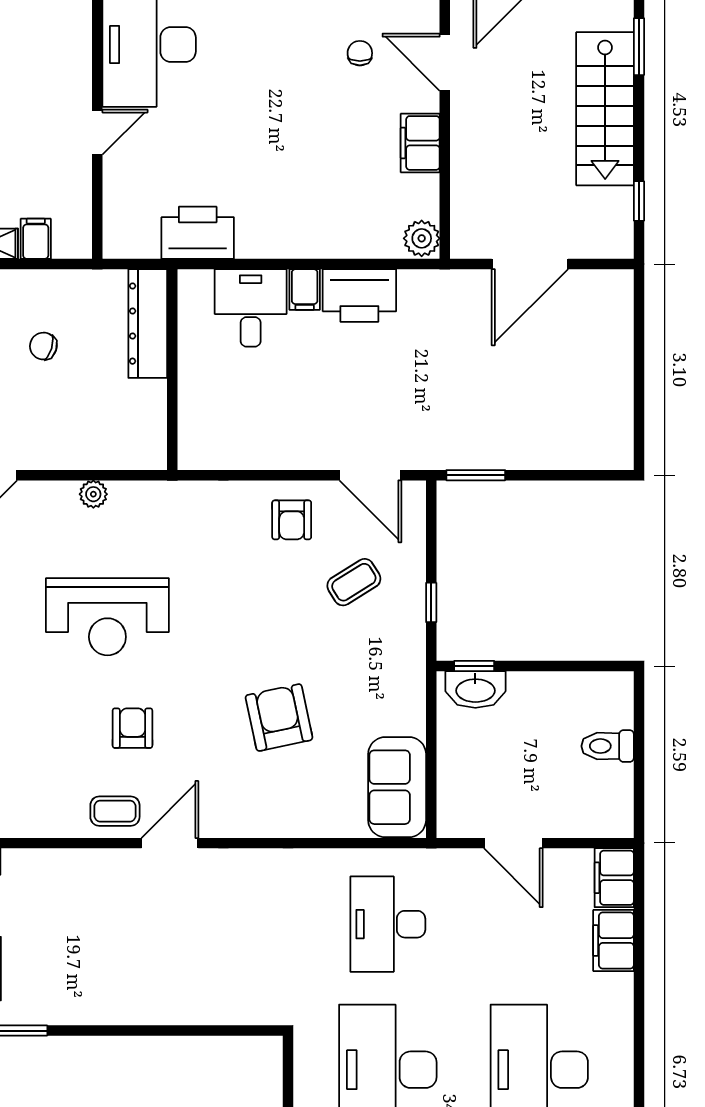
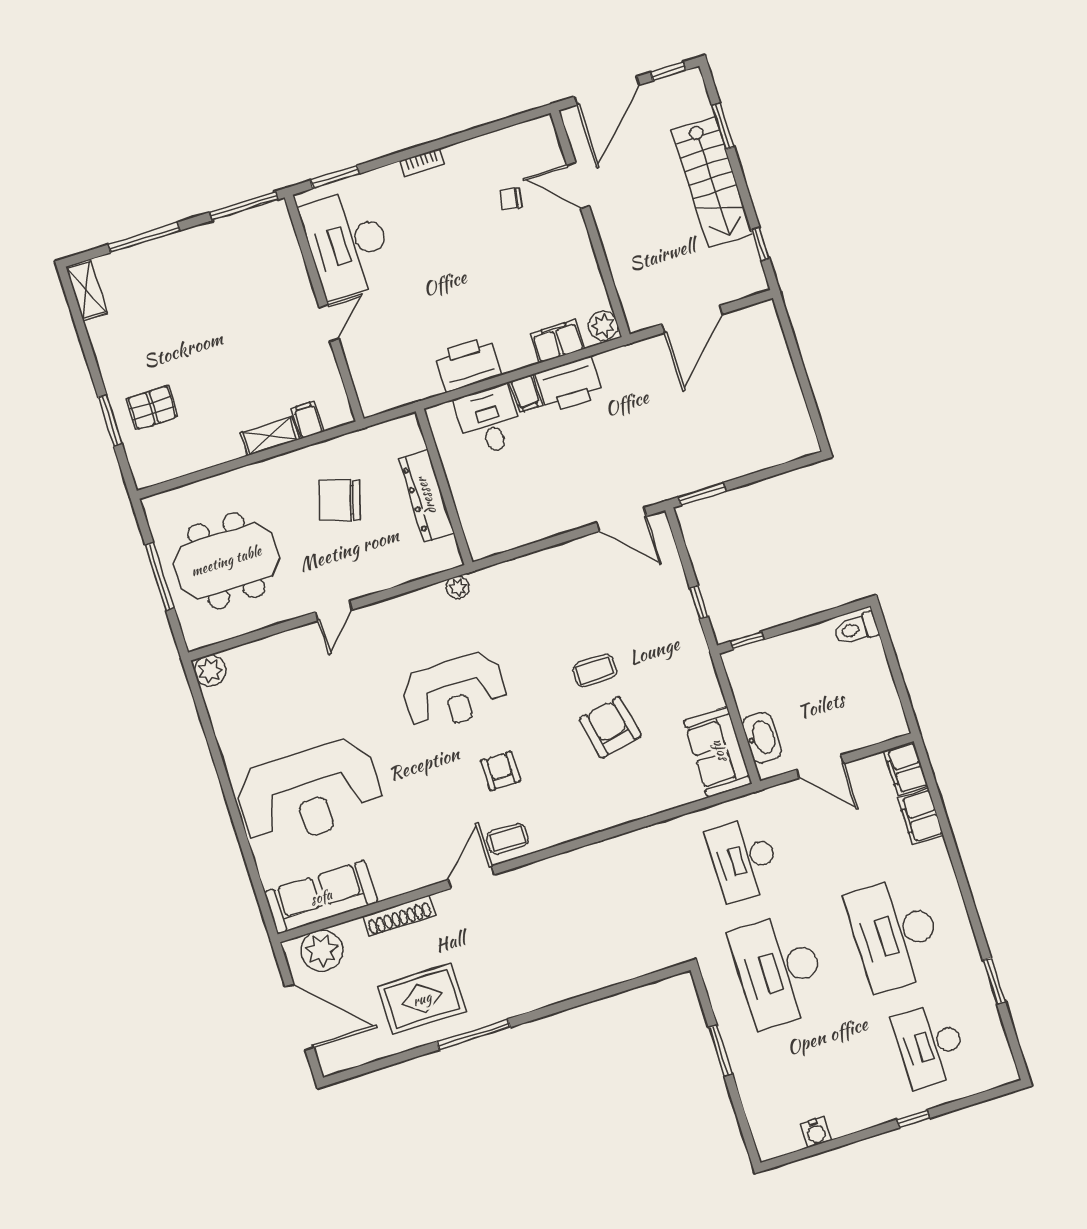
chair: (360, 53) -> (511, 199), turned -81
filing cabinet: (420, 143) -> (558, 341), moved, turned 90
printer: (198, 233) -> (468, 364), moved
dresser: (148, 324) -> (426, 496), moved
chair: (43, 346) -> (340, 500), width x1.87, depth x1.87
plant: (93, 494) -> (458, 587), moved
armchair: (292, 520) -> (572, 573), removed
coffee table: (354, 582) -> (595, 670), moved, turned 32
washbasin: (475, 690) -> (762, 738), moved, turned -90
toilet: (608, 746) -> (856, 629), moved
door: (170, 843) -> (471, 877), moved

